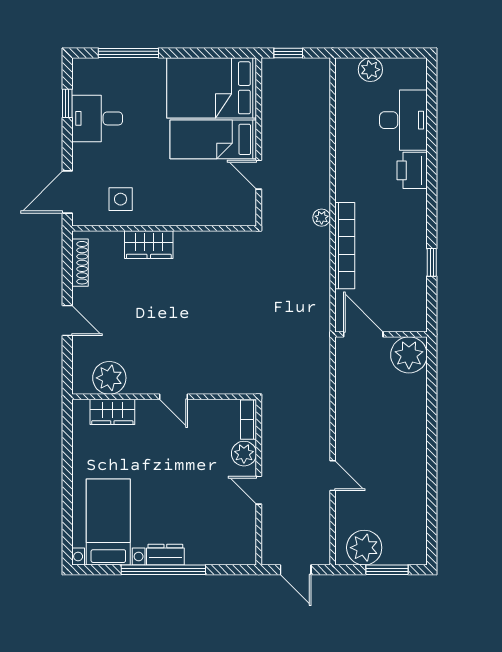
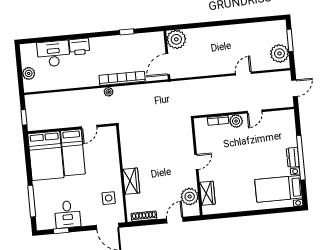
plant: (109, 378) -> (190, 197), moved
wall: (164, 397) -> (197, 167), moved
door: (174, 397) -> (196, 162), moved
wardrobe: (112, 412) -> (207, 193), moved

